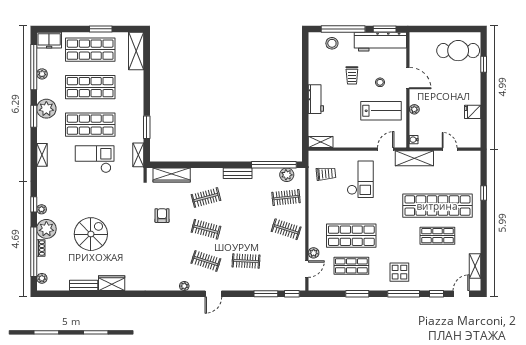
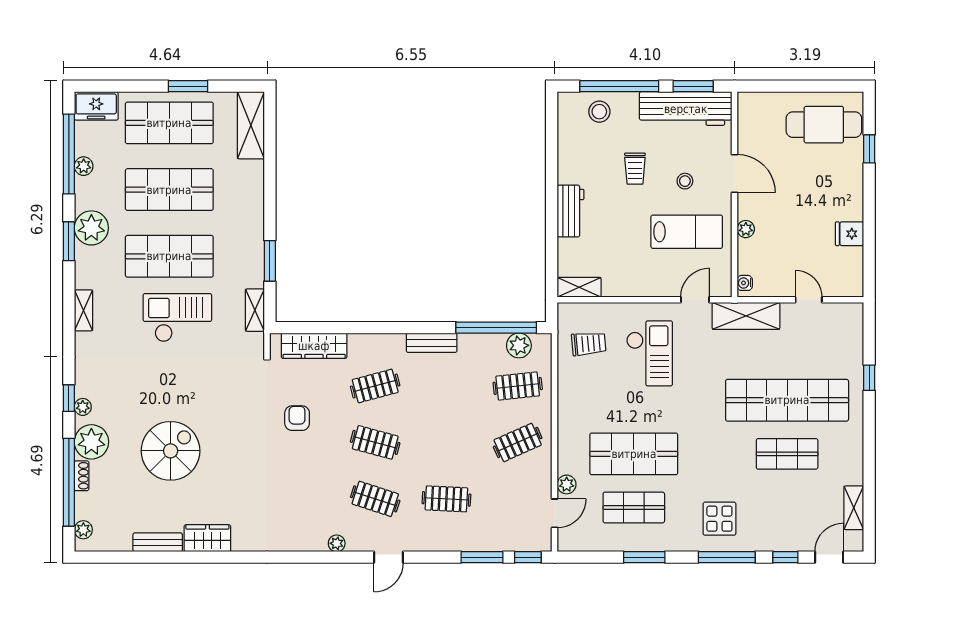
clothes rail: (286, 229) -> (518, 442), turned -42

